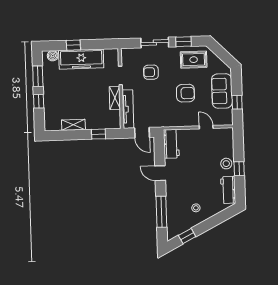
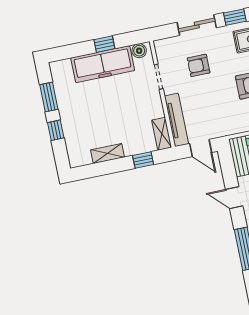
window: (73, 45) -> (104, 44), moved
boiler: (53, 56) -> (139, 51), moved
shelving: (115, 98) -> (162, 134), moved

